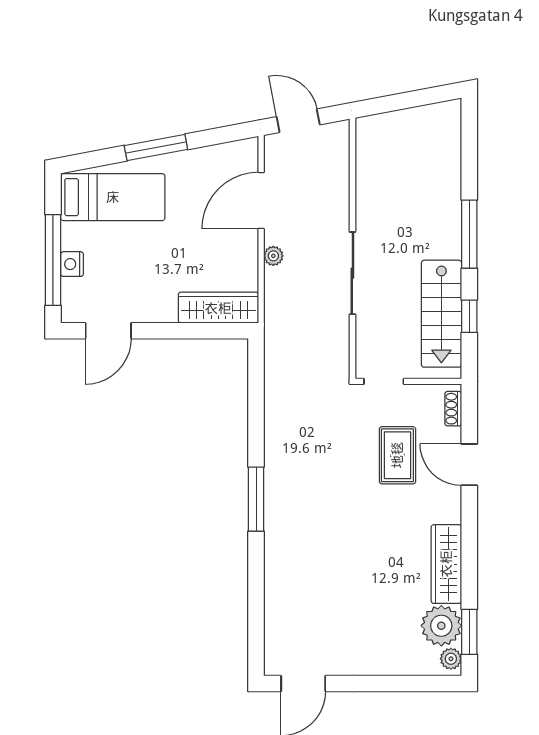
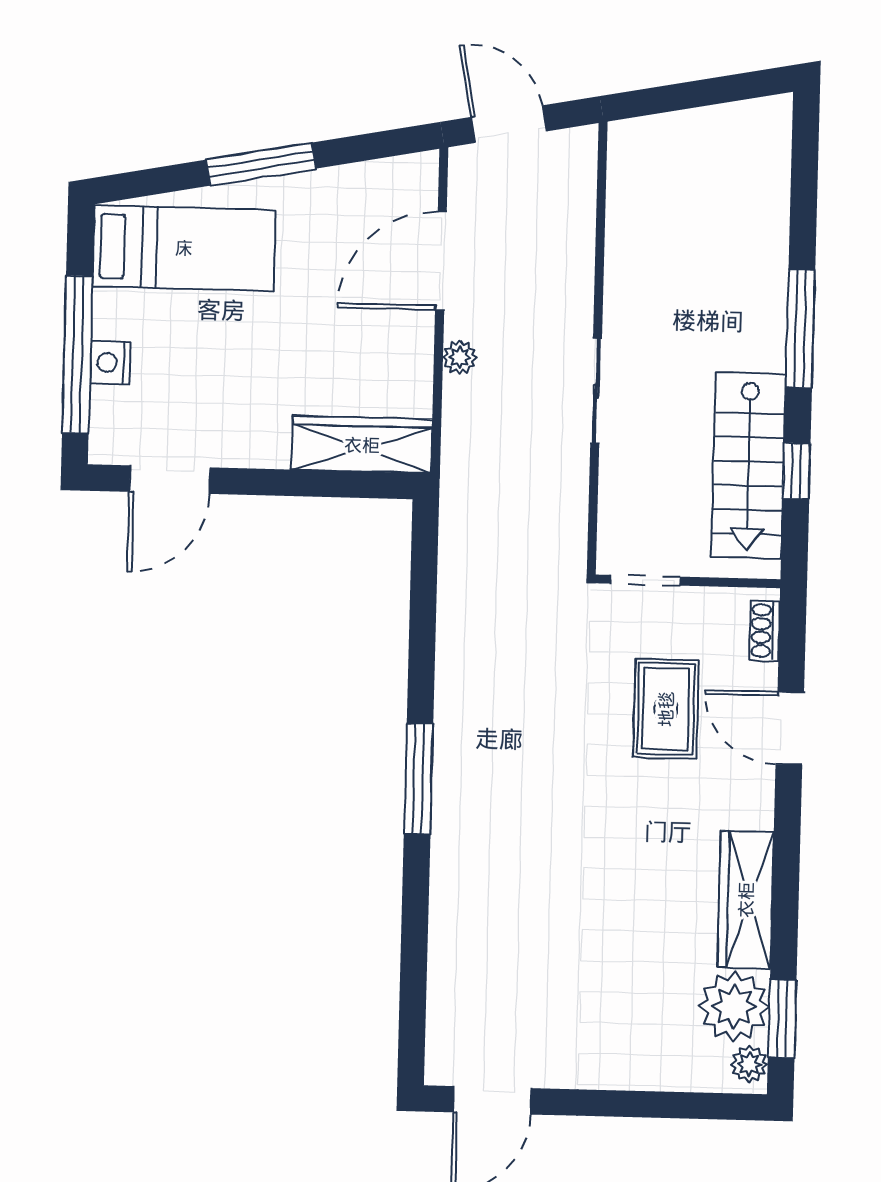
sliding door: (352, 273) -> (596, 391), width x0.73

